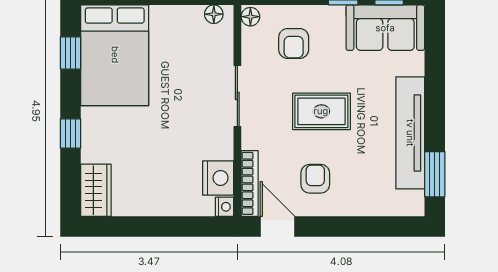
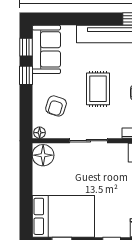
floor lamp: (214, 14) -> (43, 155), width x1.89, depth x1.89
armchair: (294, 43) -> (56, 106), turned 108

